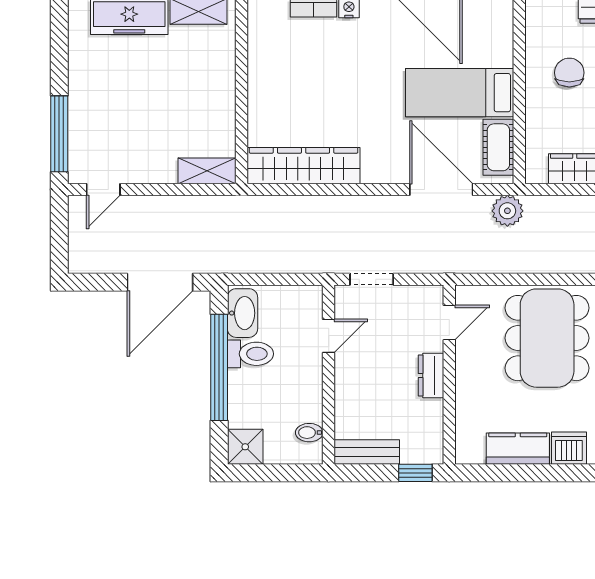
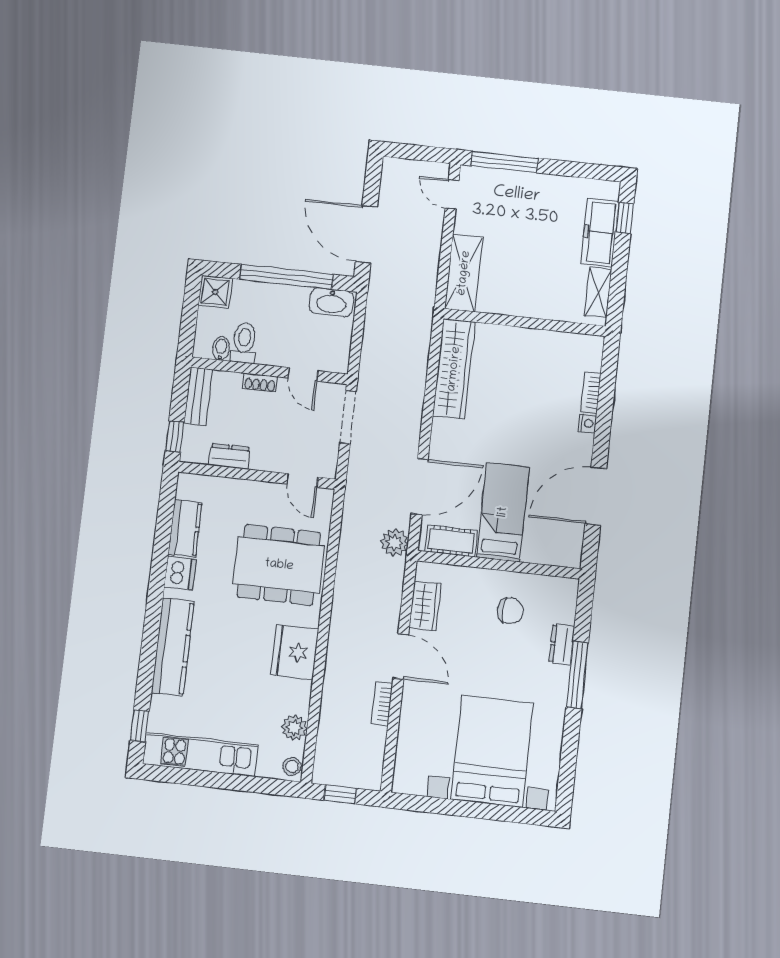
shelving: (207, 171) -> (464, 273), width x1.50, depth x1.33
doorway: (372, 279) -> (348, 417), width x1.38
toilet: (250, 354) -> (244, 343), moved, turned 180
dresser: (431, 376) -> (229, 456), moved
shoe rack: (343, 384) -> (260, 383), added

